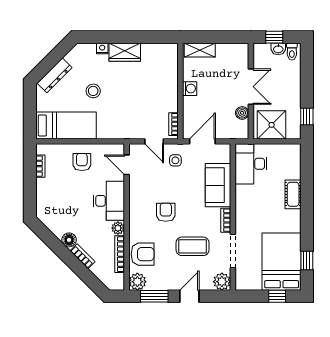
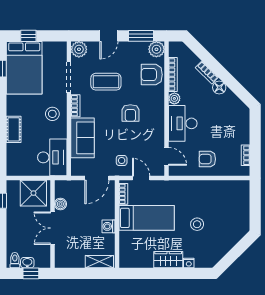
dresser: (54, 75) -> (233, 239), removed
bed: (66, 125) -> (147, 218), moved, turned 180
armchair: (82, 162) -> (207, 159), turned 90
stool: (251, 211) -> (52, 114), added

